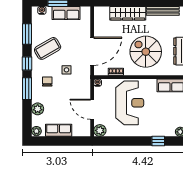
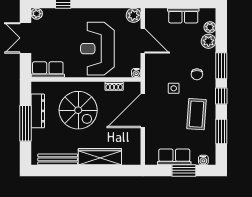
coffee table: (48, 48) -> (197, 114), turned -56
plant: (36, 131) -> (210, 27), moved

